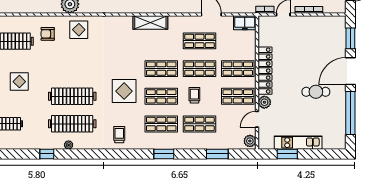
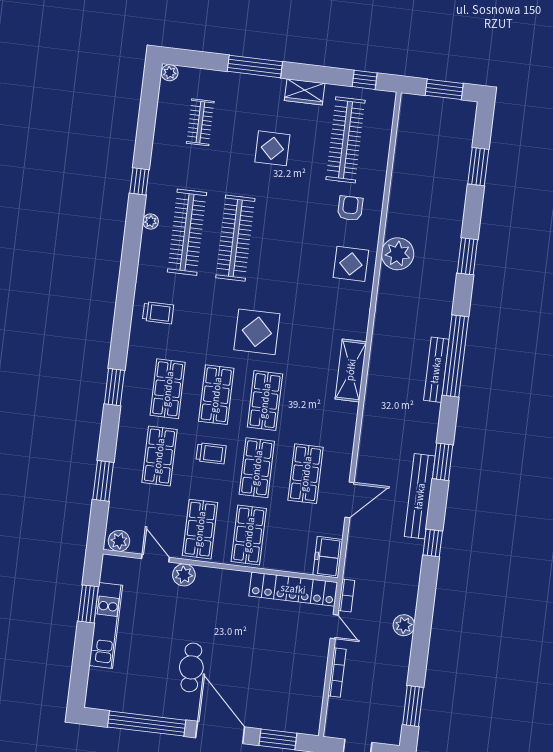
shelving: (150, 22) -> (351, 370), moved
locker: (265, 71) -> (293, 589), moved
display table: (124, 91) -> (257, 332), moved

